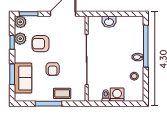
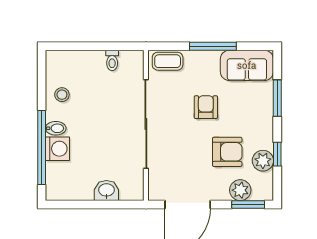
plant: (20, 22) -> (240, 190), moved
sofa: (23, 78) -> (247, 65), moved, turned -90
coffee table: (62, 93) -> (168, 61), moved
washing machine: (117, 95) -> (57, 149), moved, turned -90

